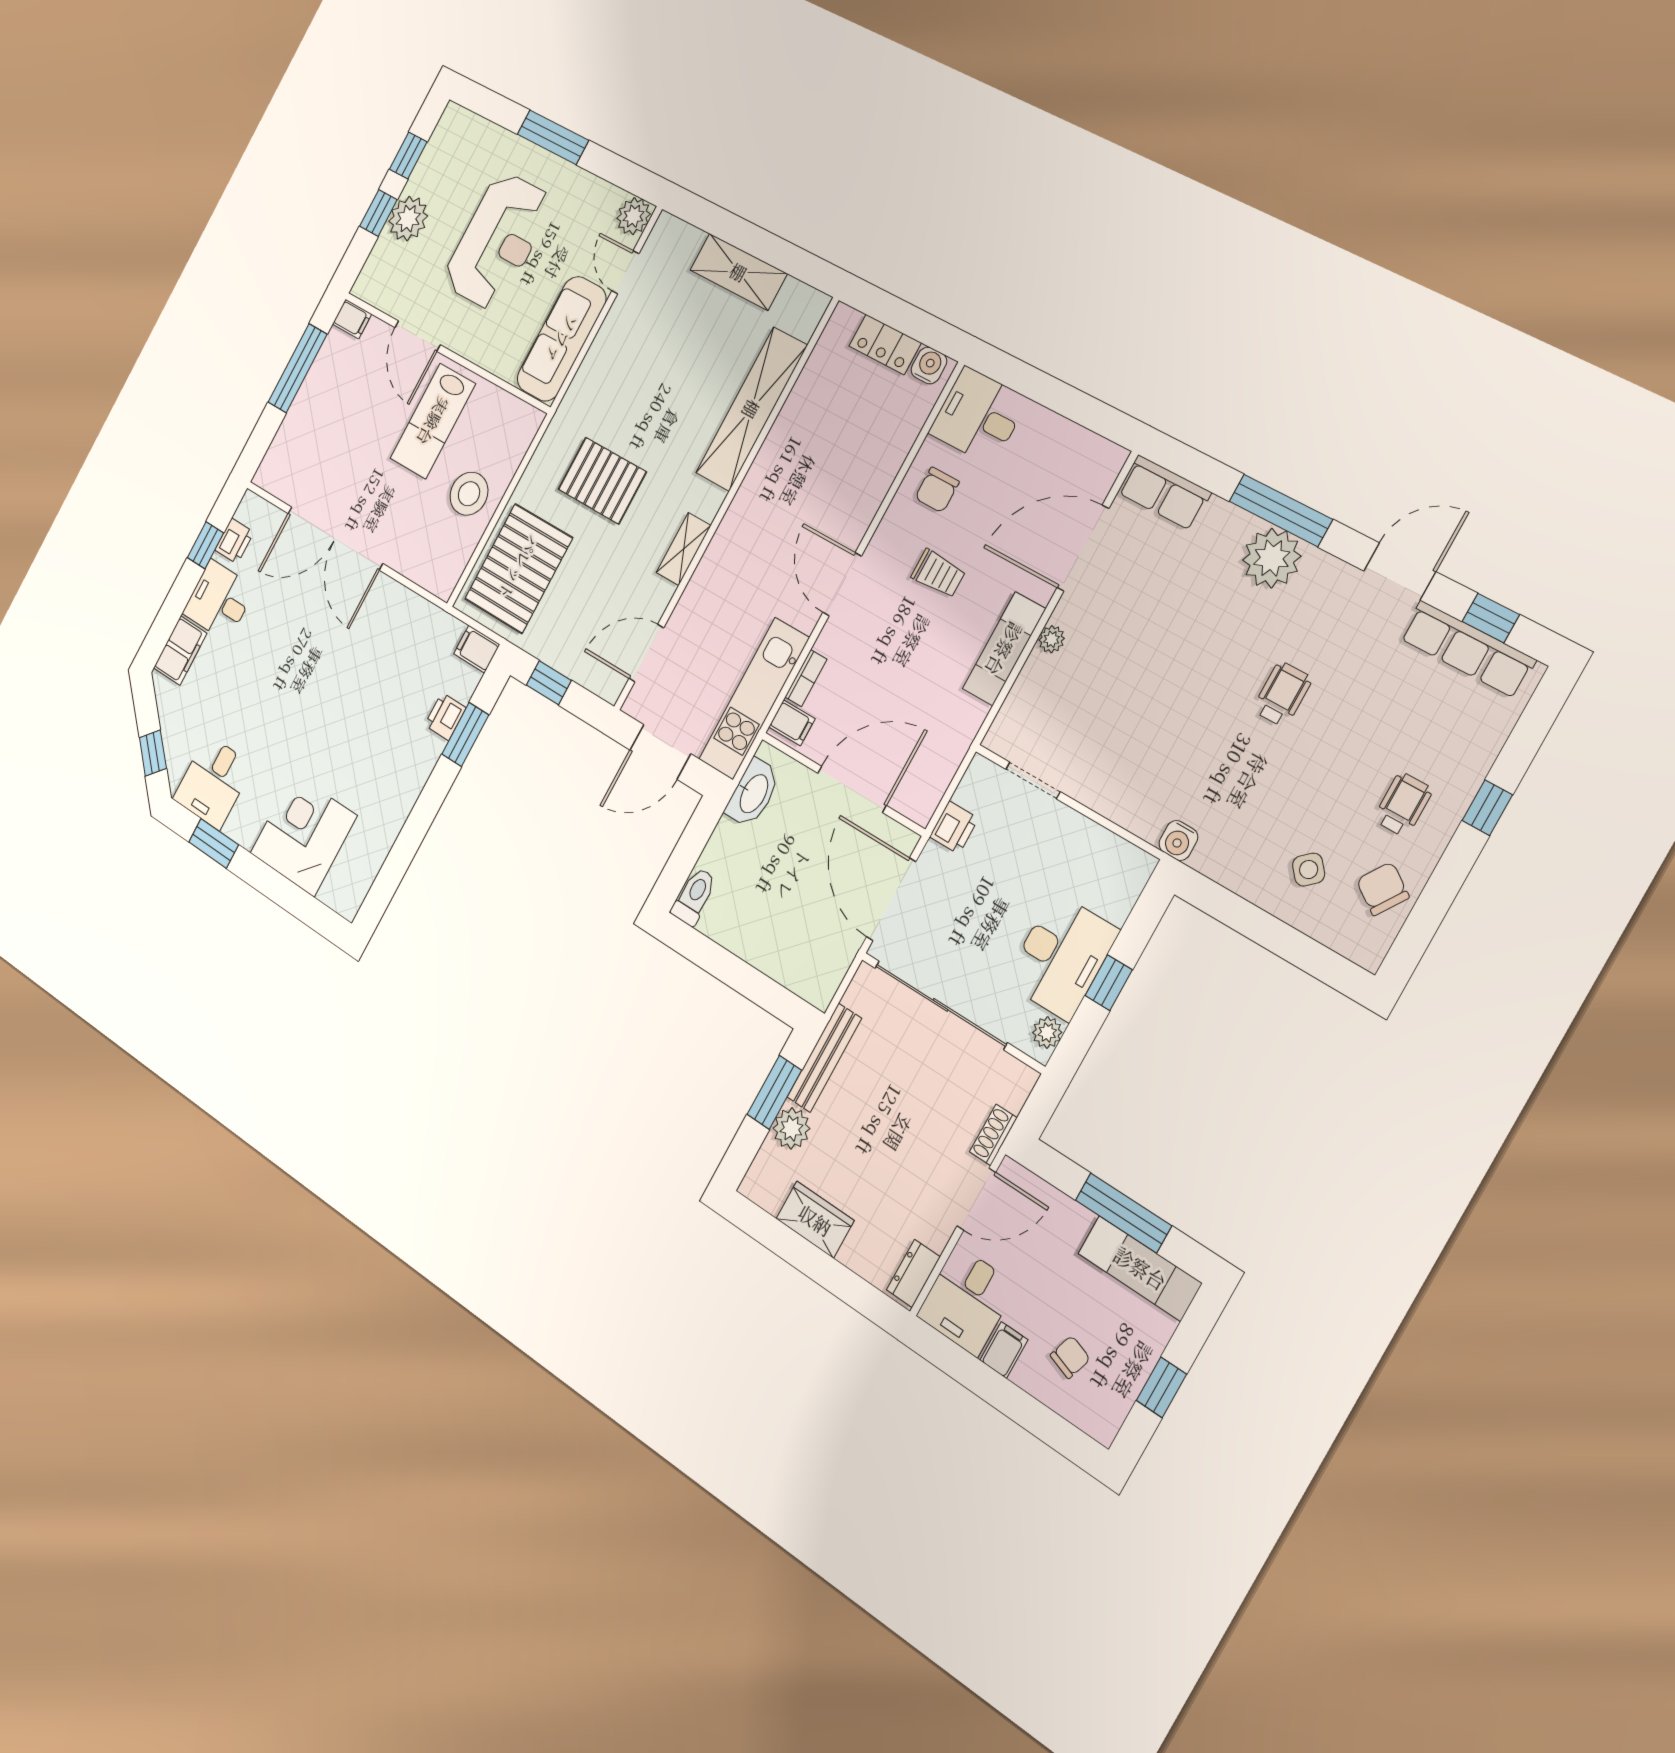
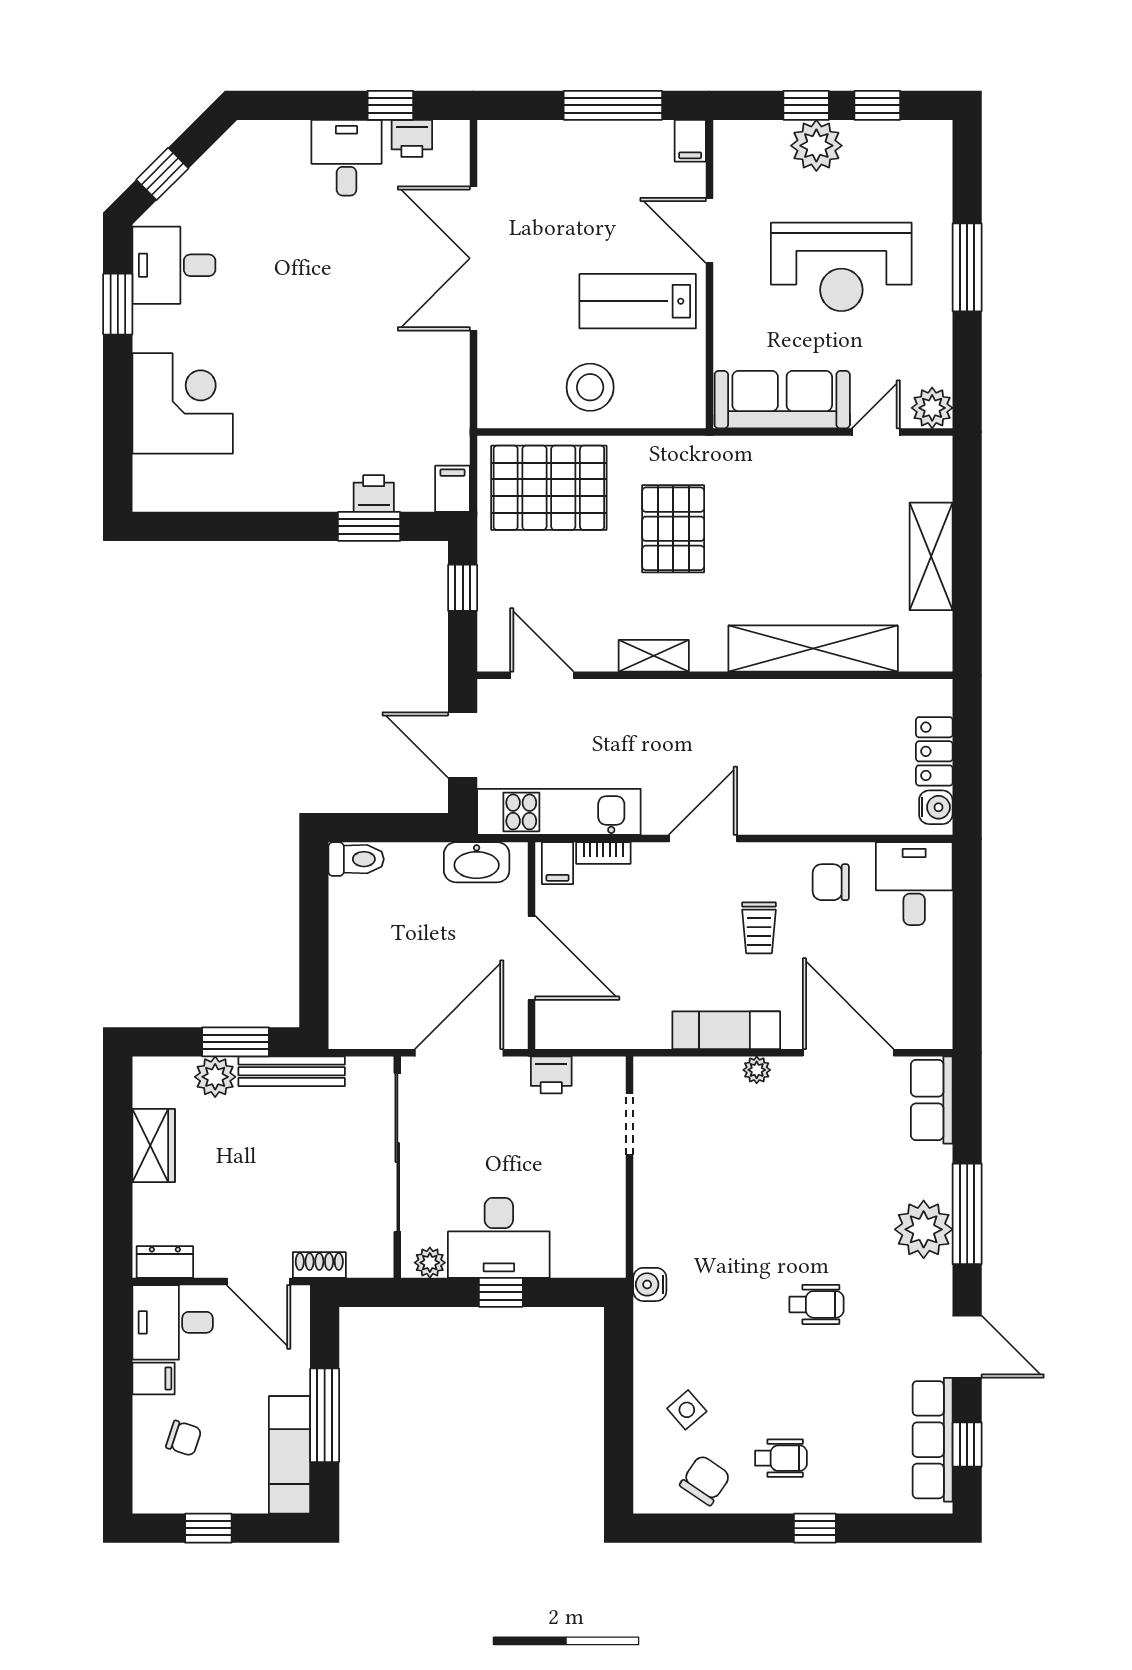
door: (418, 336) -> (709, 231), hinge flipped
filing cabinet: (180, 651) -> (275, 142), removed

